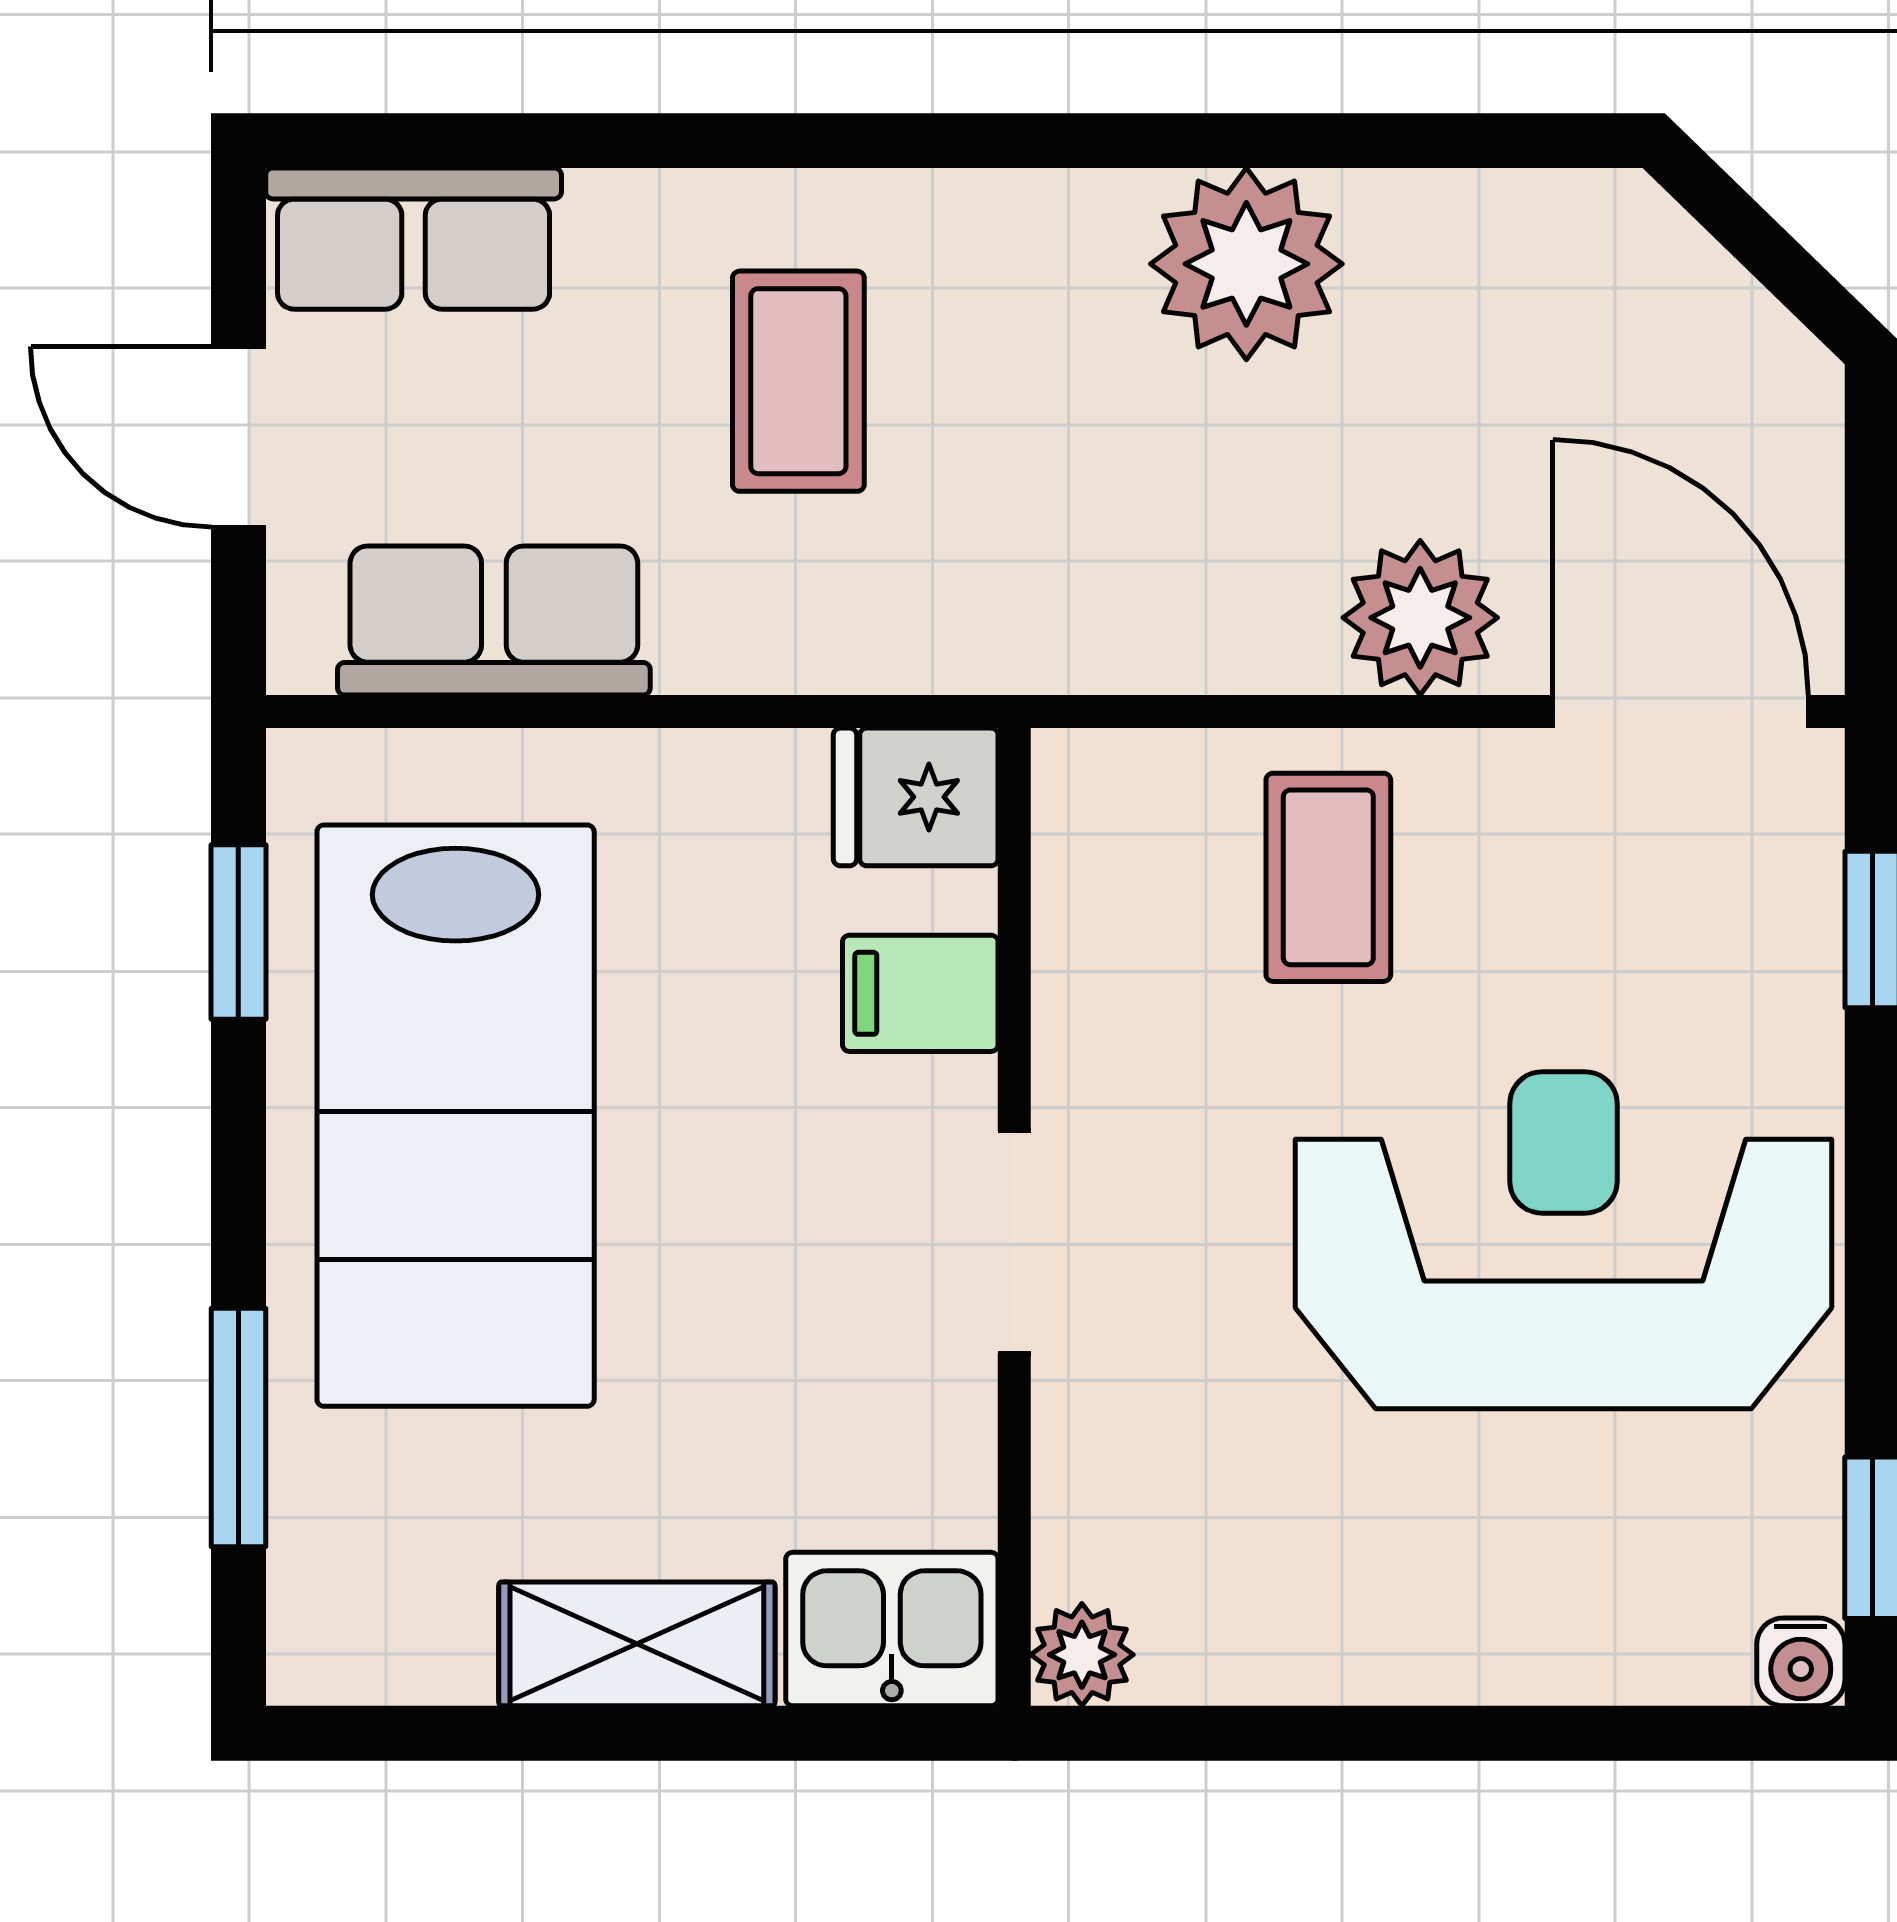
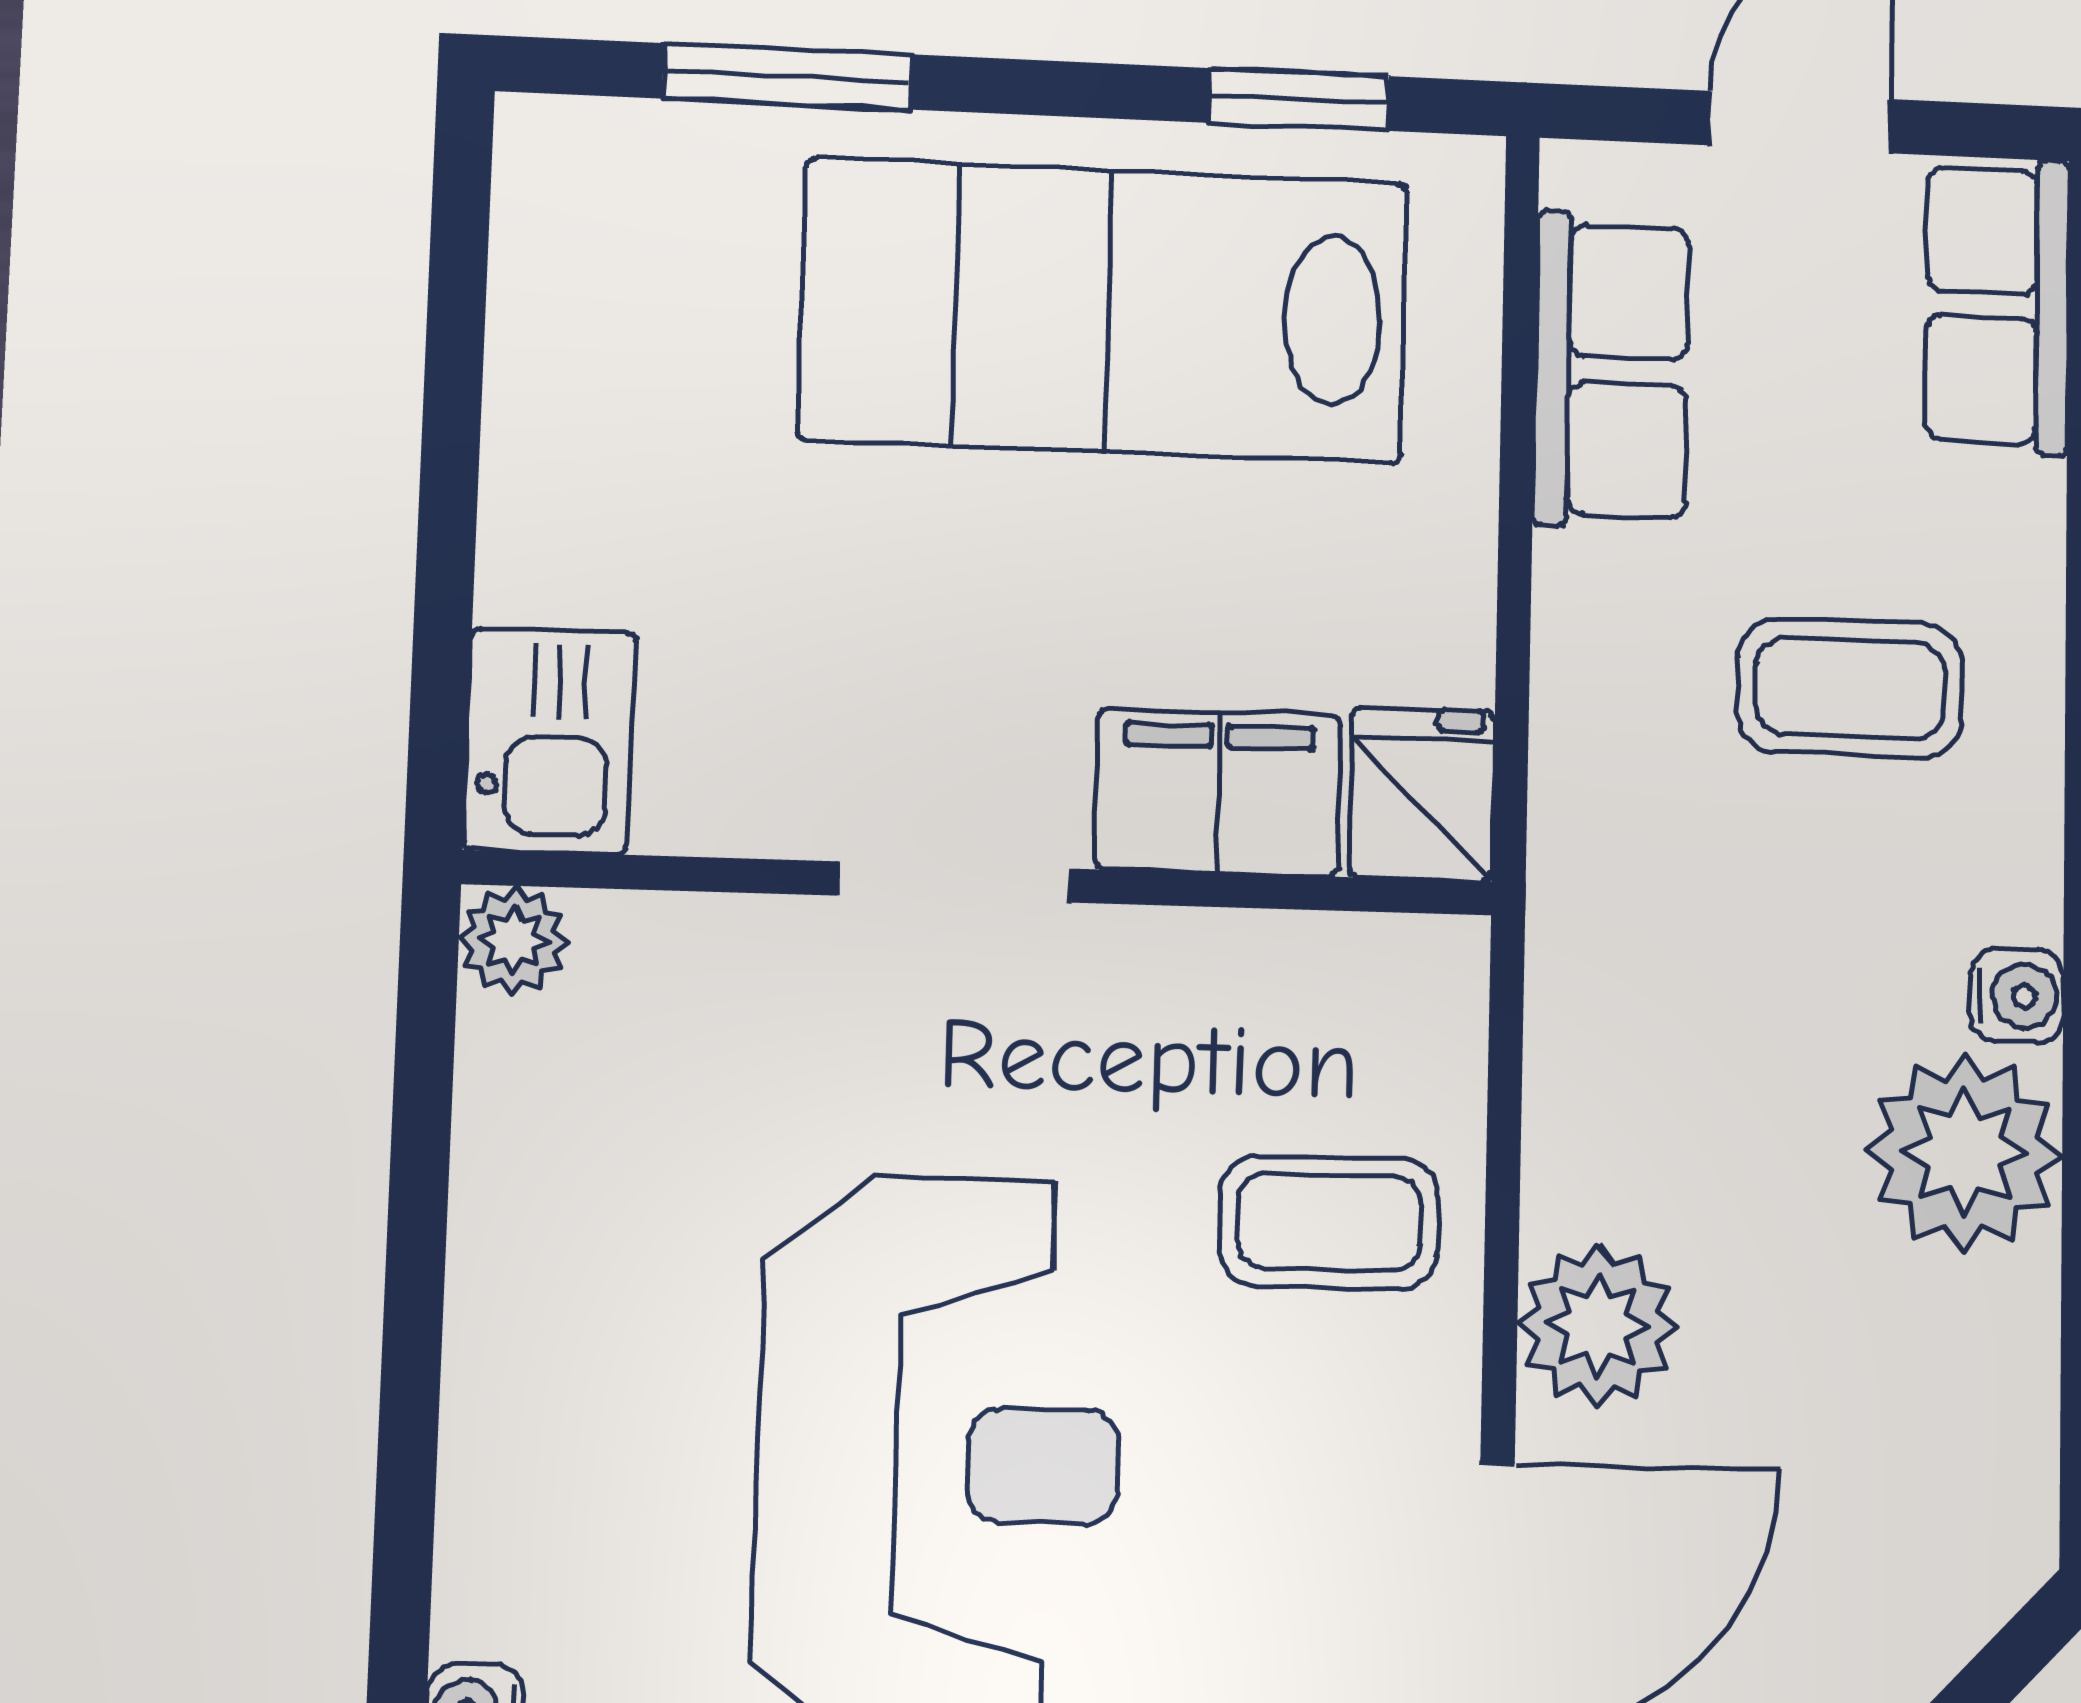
water cooler: (1094, 214) -> (2017, 996), added
filing cabinet: (920, 993) -> (1218, 792), width x2.00
shelving: (637, 1644) -> (544, 475), removed

